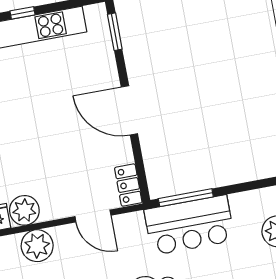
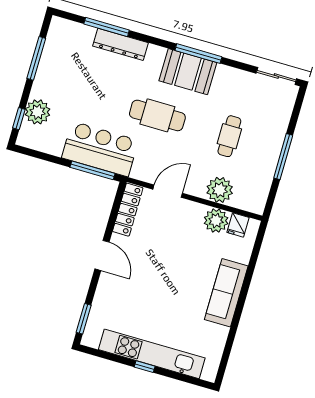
door: (129, 110) -> (102, 255), width x0.73
locker: (128, 185) -> (128, 210), width x1.53
door: (93, 216) -> (168, 191), hinge flipped

